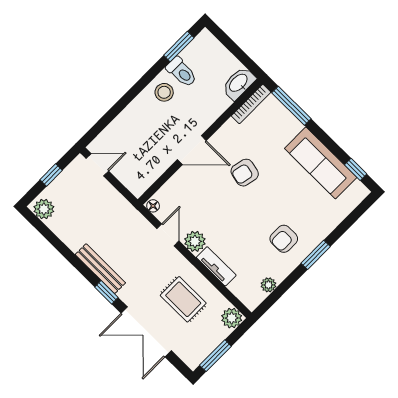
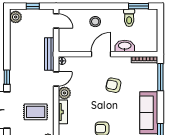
washbasin: (239, 83) -> (125, 46), moved
stool: (164, 92) -> (95, 22), moved
door: (192, 150) -> (101, 54), swing flipped
bench: (100, 269) -> (49, 54), moved
rug: (183, 299) -> (36, 112), turned 90

